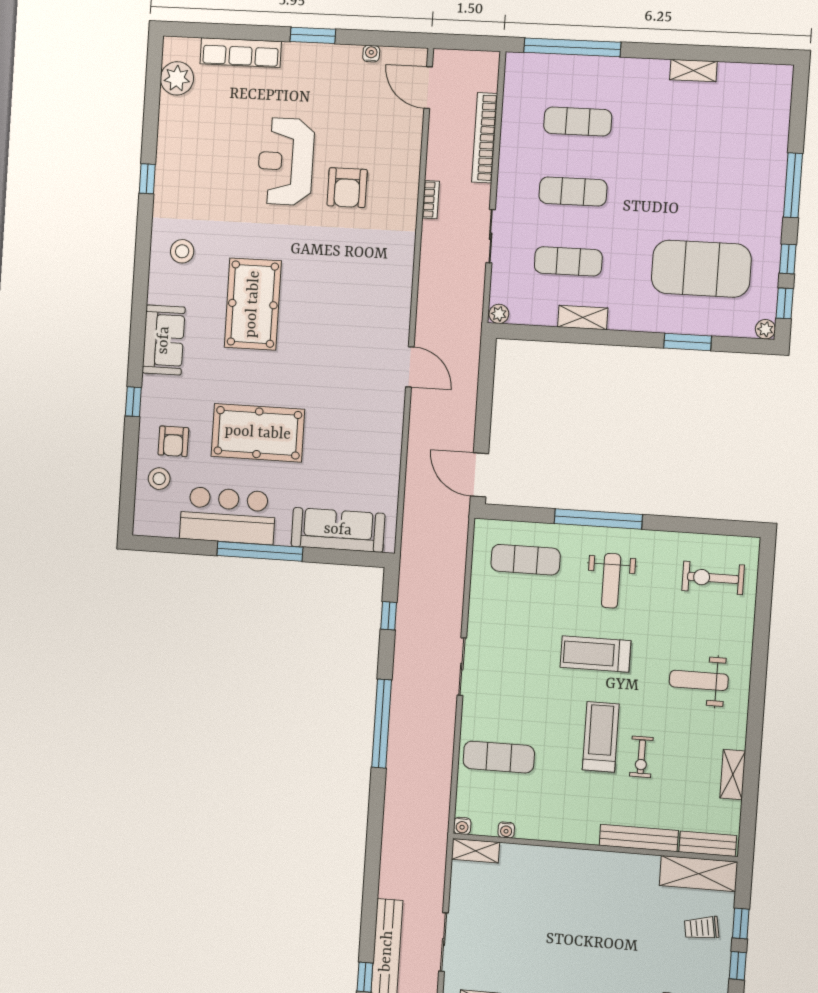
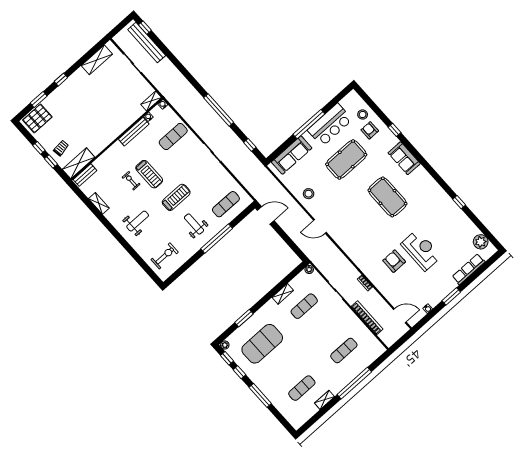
window: (572, 47) -> (354, 383), moved
exercise mat: (573, 191) -> (302, 388), moved
stool: (182, 251) -> (309, 194), moved
bench: (639, 838) -> (134, 132), moved

